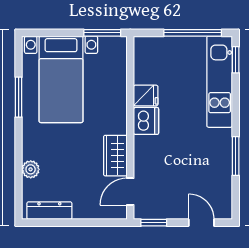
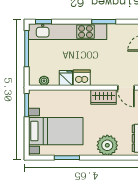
plant: (141, 61) -> (44, 81), added
kitchen unit: (220, 82) -> (68, 32), width x1.36
plant: (31, 169) -> (107, 145), width x1.88, depth x1.88

